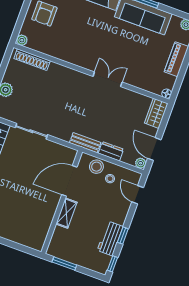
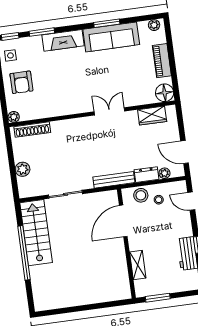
floor lamp: (167, 94) -> (165, 93), width x1.89, depth x1.89
wardrobe: (156, 113) -> (152, 116), moved, turned -90
bench: (85, 143) -> (114, 180), width x1.36
plant: (141, 163) -> (164, 173), moved
shelving: (66, 213) -> (138, 265), moved

